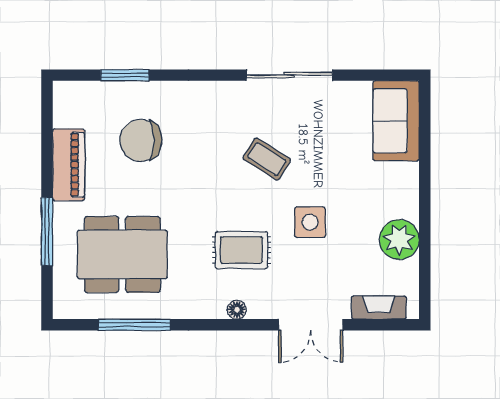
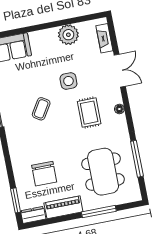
window: (125, 75) -> (16, 200), moved
dresser: (65, 104) -> (33, 215), added

